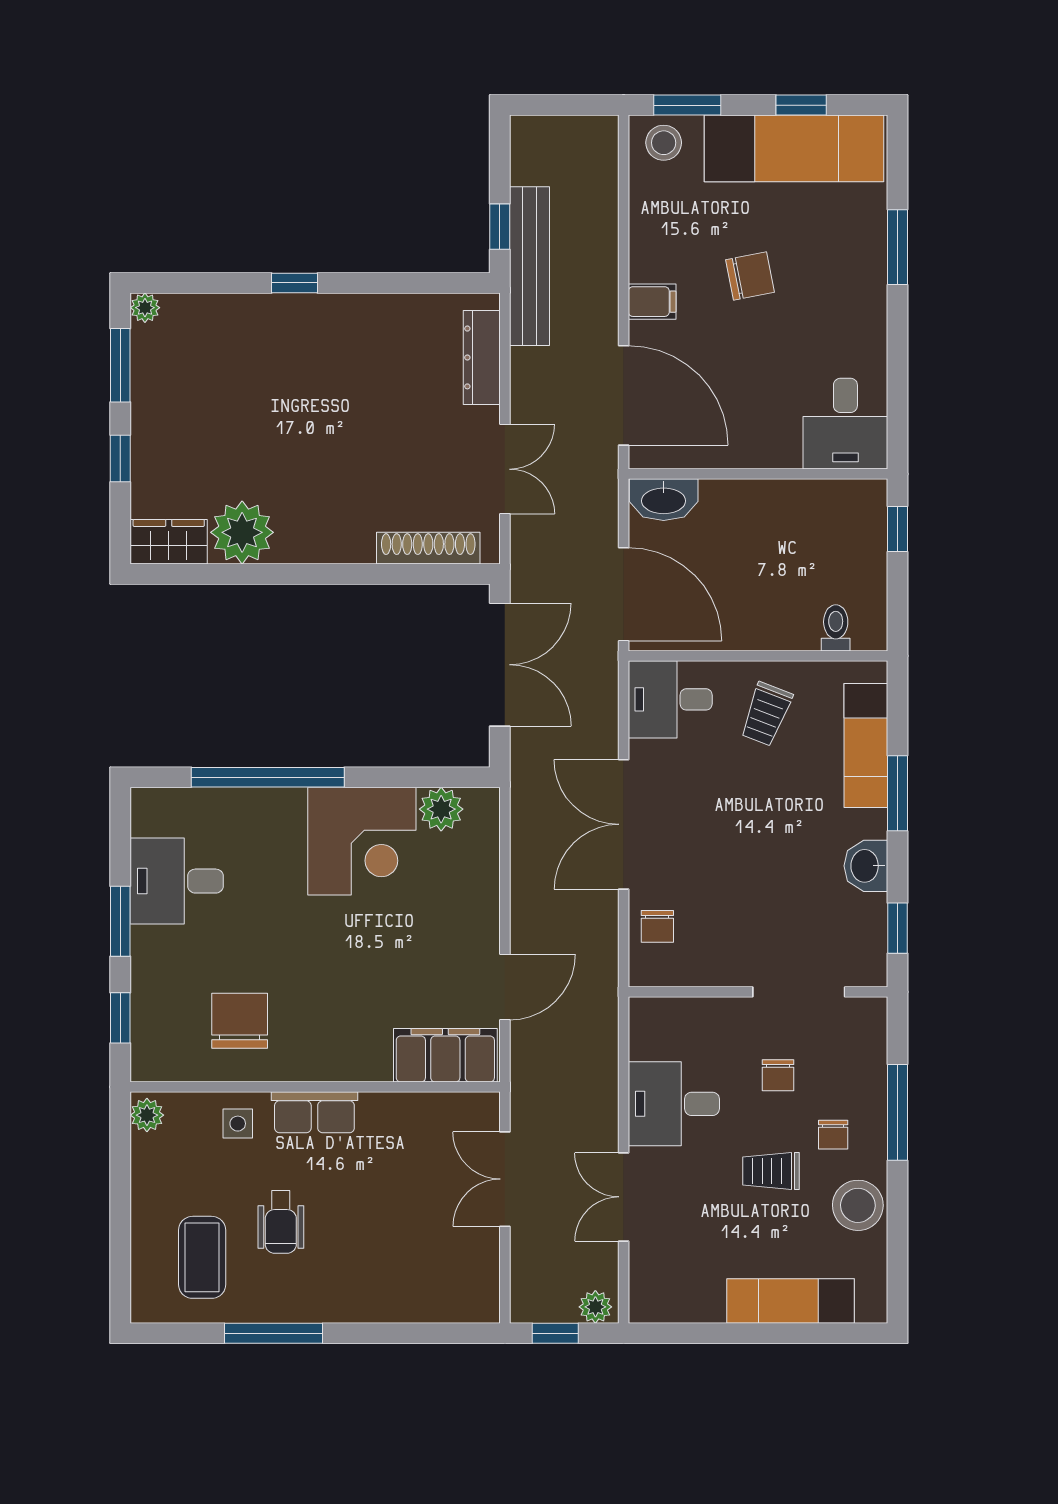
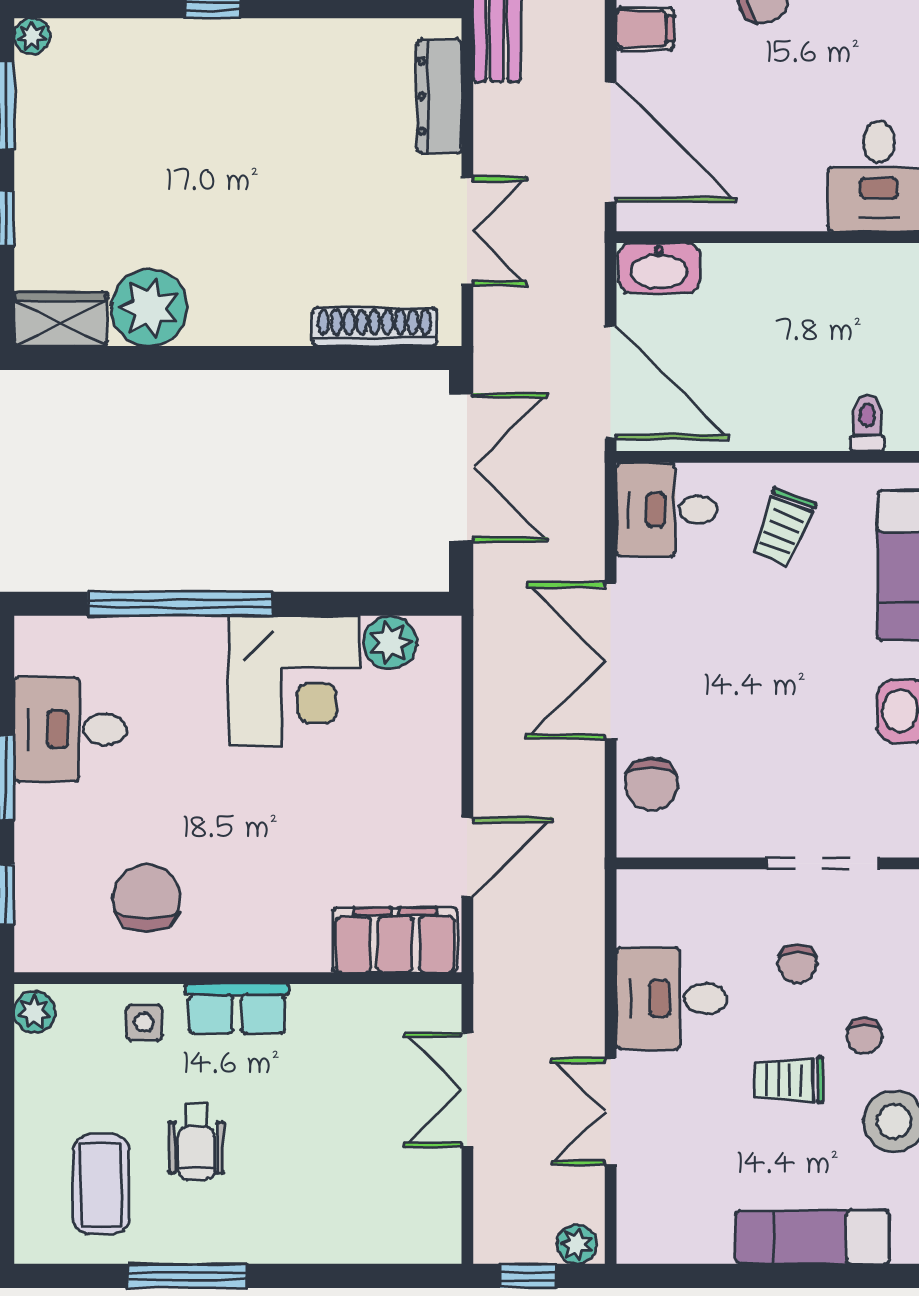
chair: (657, 926) -> (651, 784), width x1.37, depth x1.37

